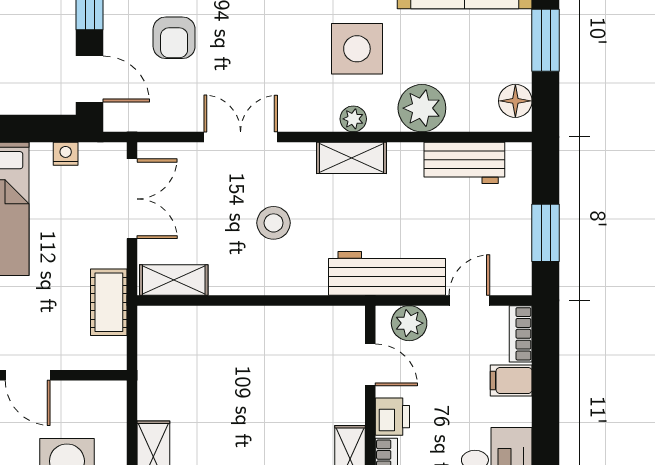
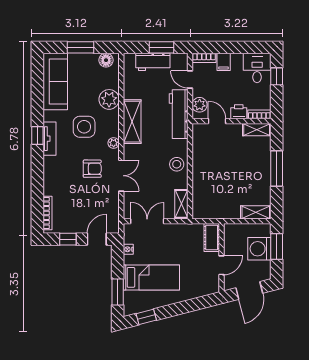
armchair: (174, 38) -> (92, 169), moved
plant: (353, 119) -> (114, 143), moved
double door: (241, 137) -> (121, 176), swing flipped
shelving: (352, 158) -> (132, 122), width x1.50, depth x1.33
workbench: (464, 163) -> (153, 62), moved, turned 90
stool: (274, 223) -> (177, 164), moved
cot: (109, 302) -> (212, 238), moved, turned 90
door: (370, 365) -> (217, 121), hinge flipped

